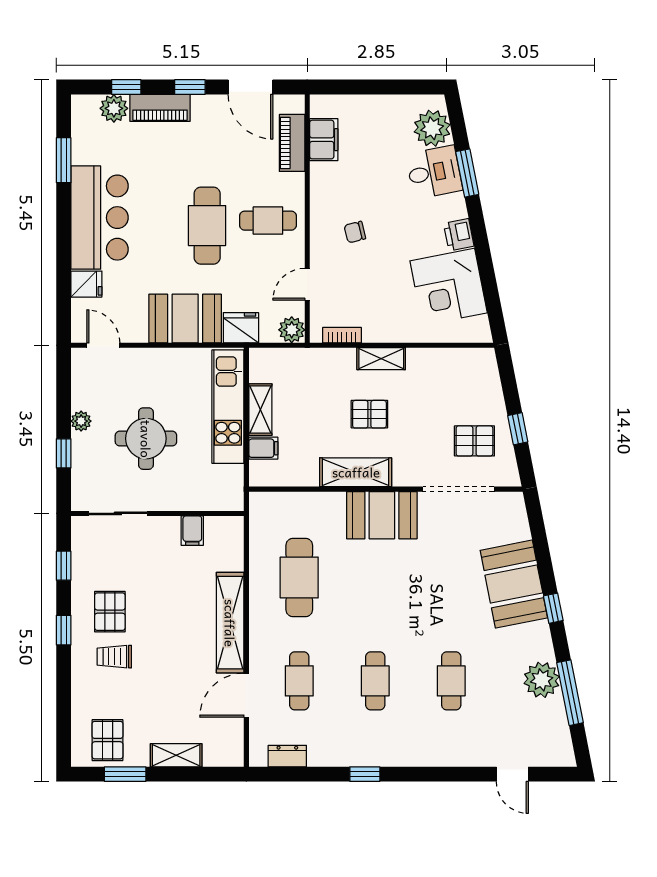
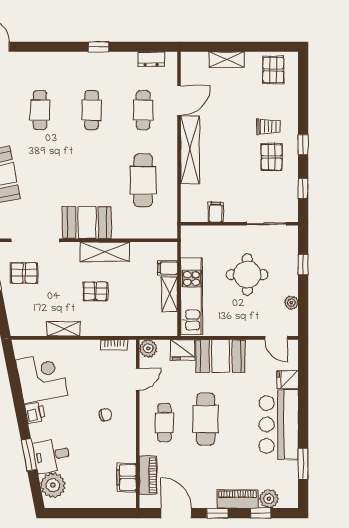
cafe table: (268, 221) -> (164, 423), turned 90
shelving: (381, 359) -> (64, 329), moved
plant: (81, 421) -> (291, 303), moved
window: (125, 774) -> (261, 47), removed

